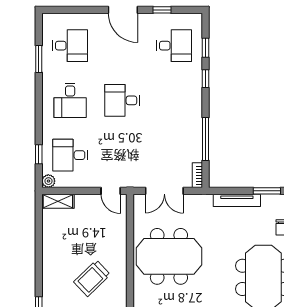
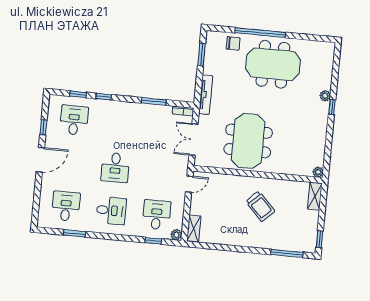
window: (205, 139) -> (154, 101), width x0.69
desk: (70, 155) -> (157, 215), turned 180
double door: (164, 191) -> (194, 140), swing flipped
tv unit: (237, 200) -> (206, 95), moved

